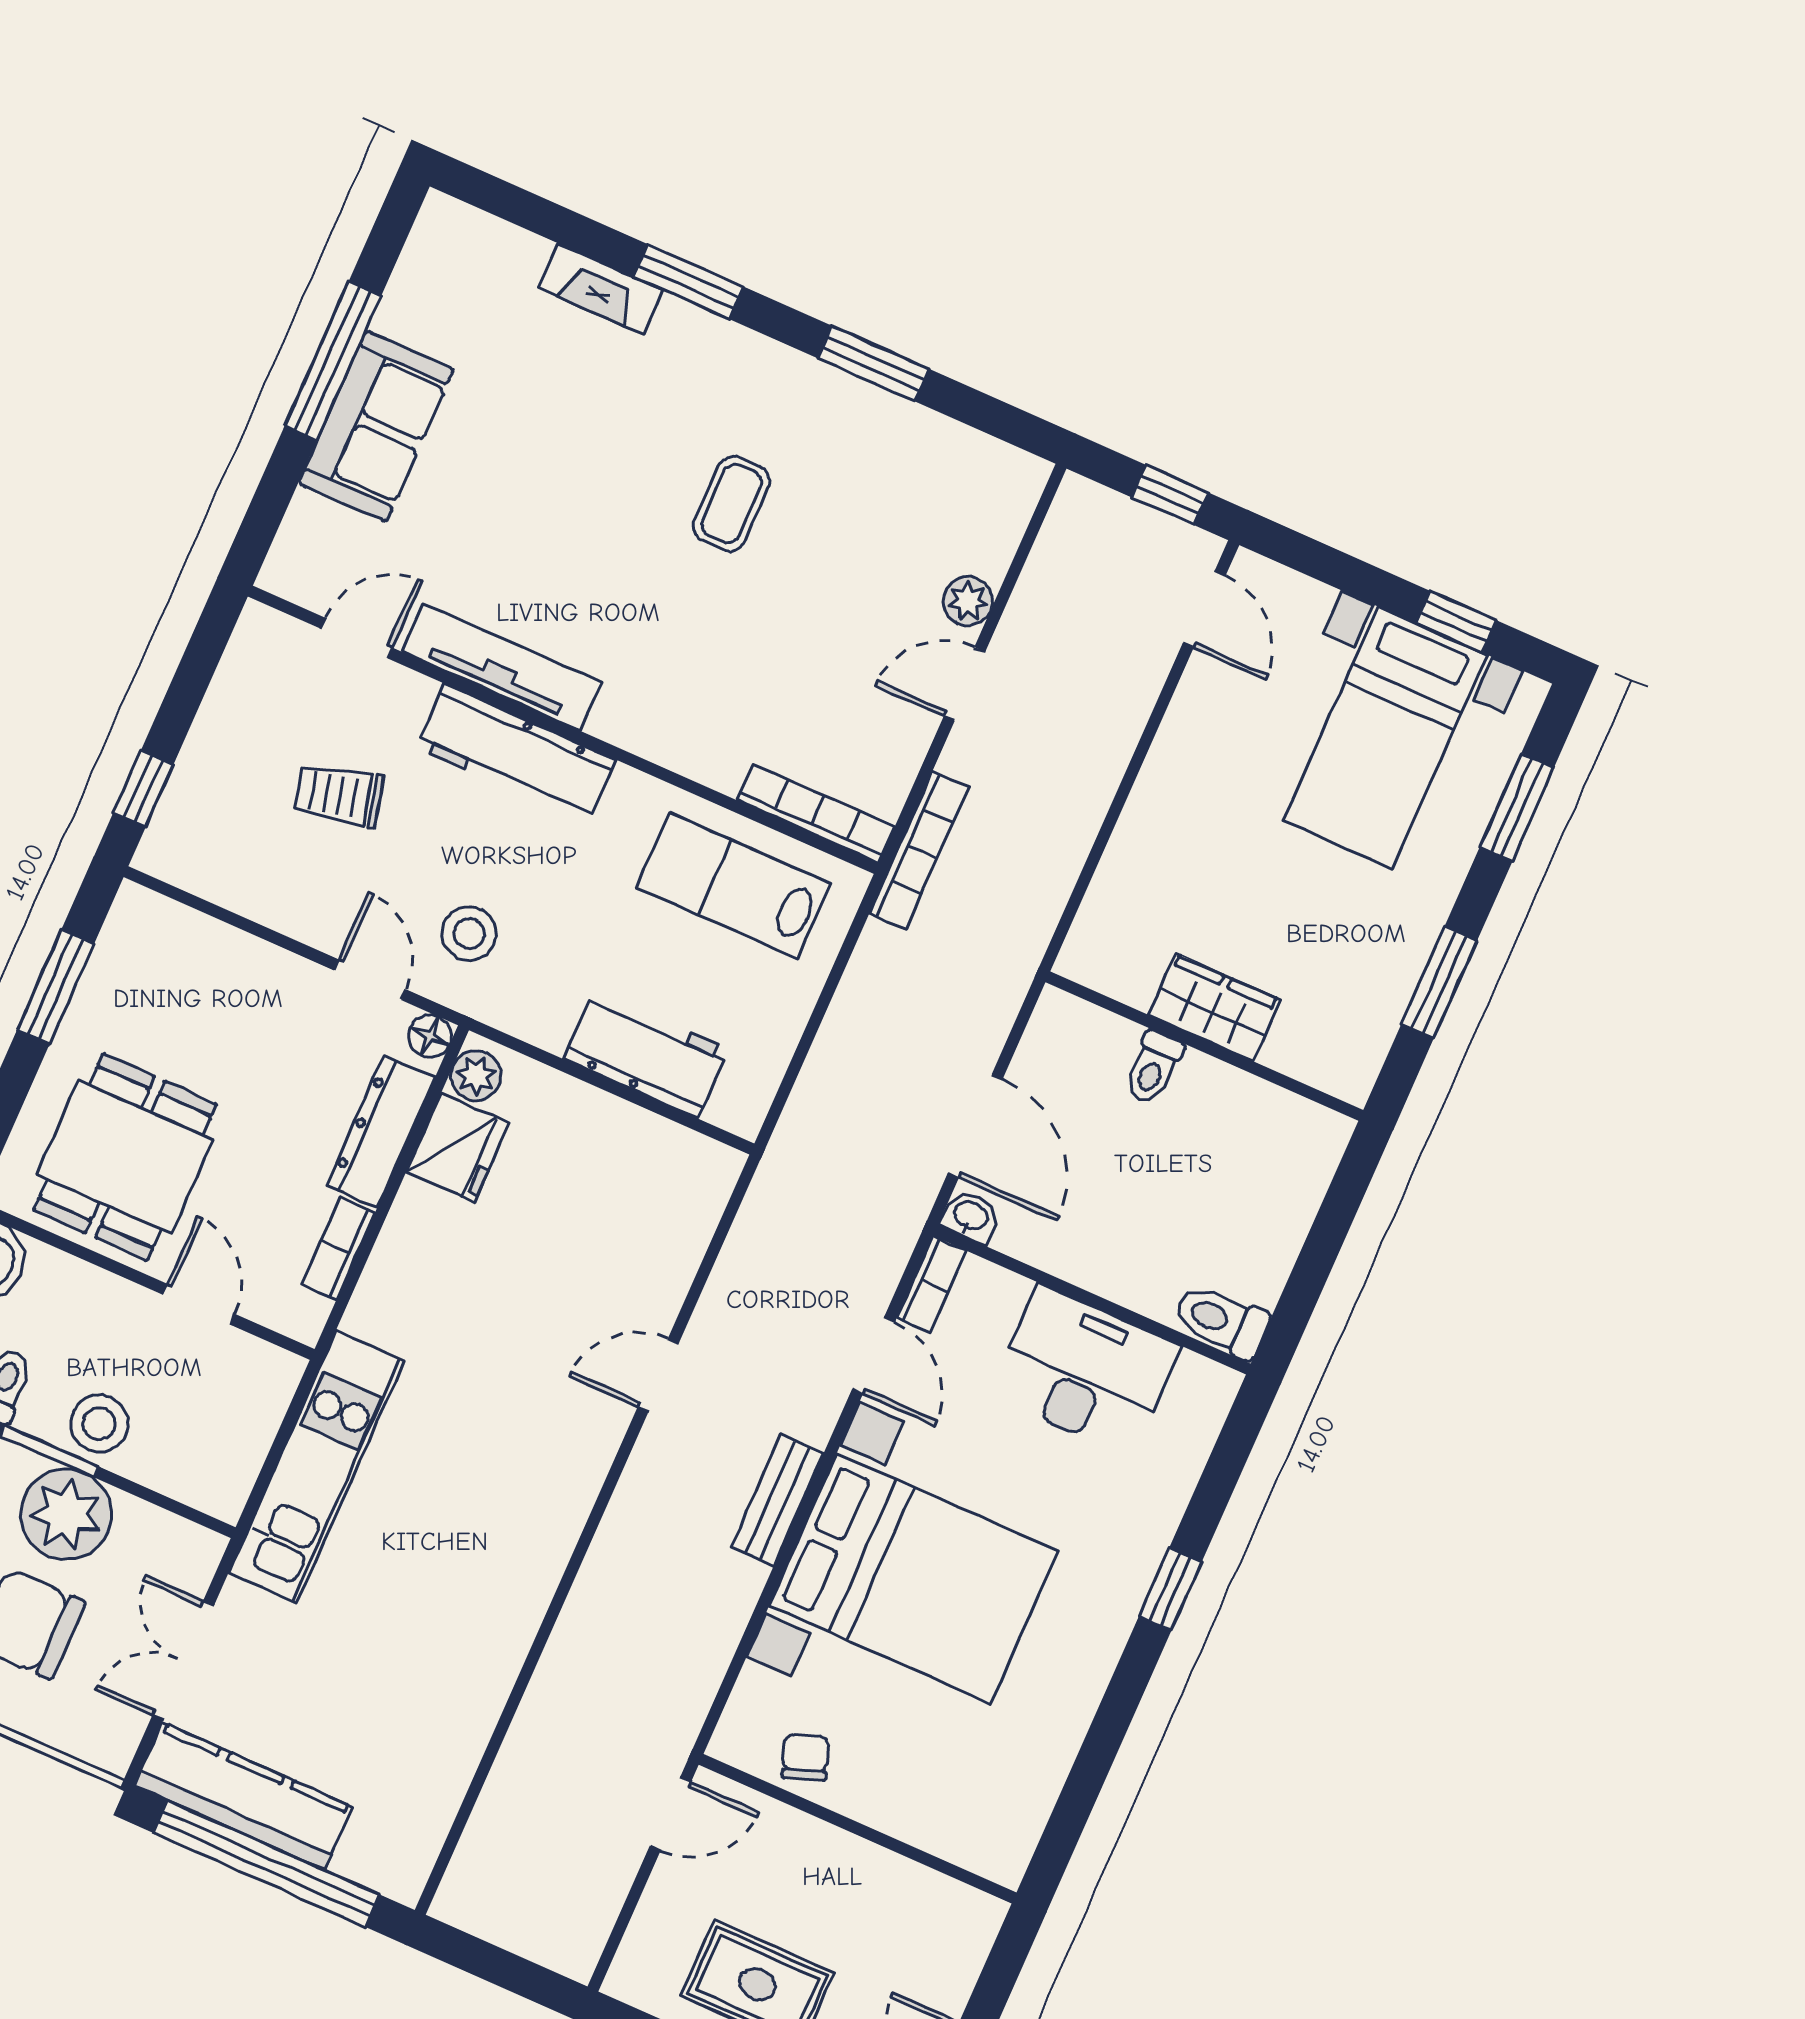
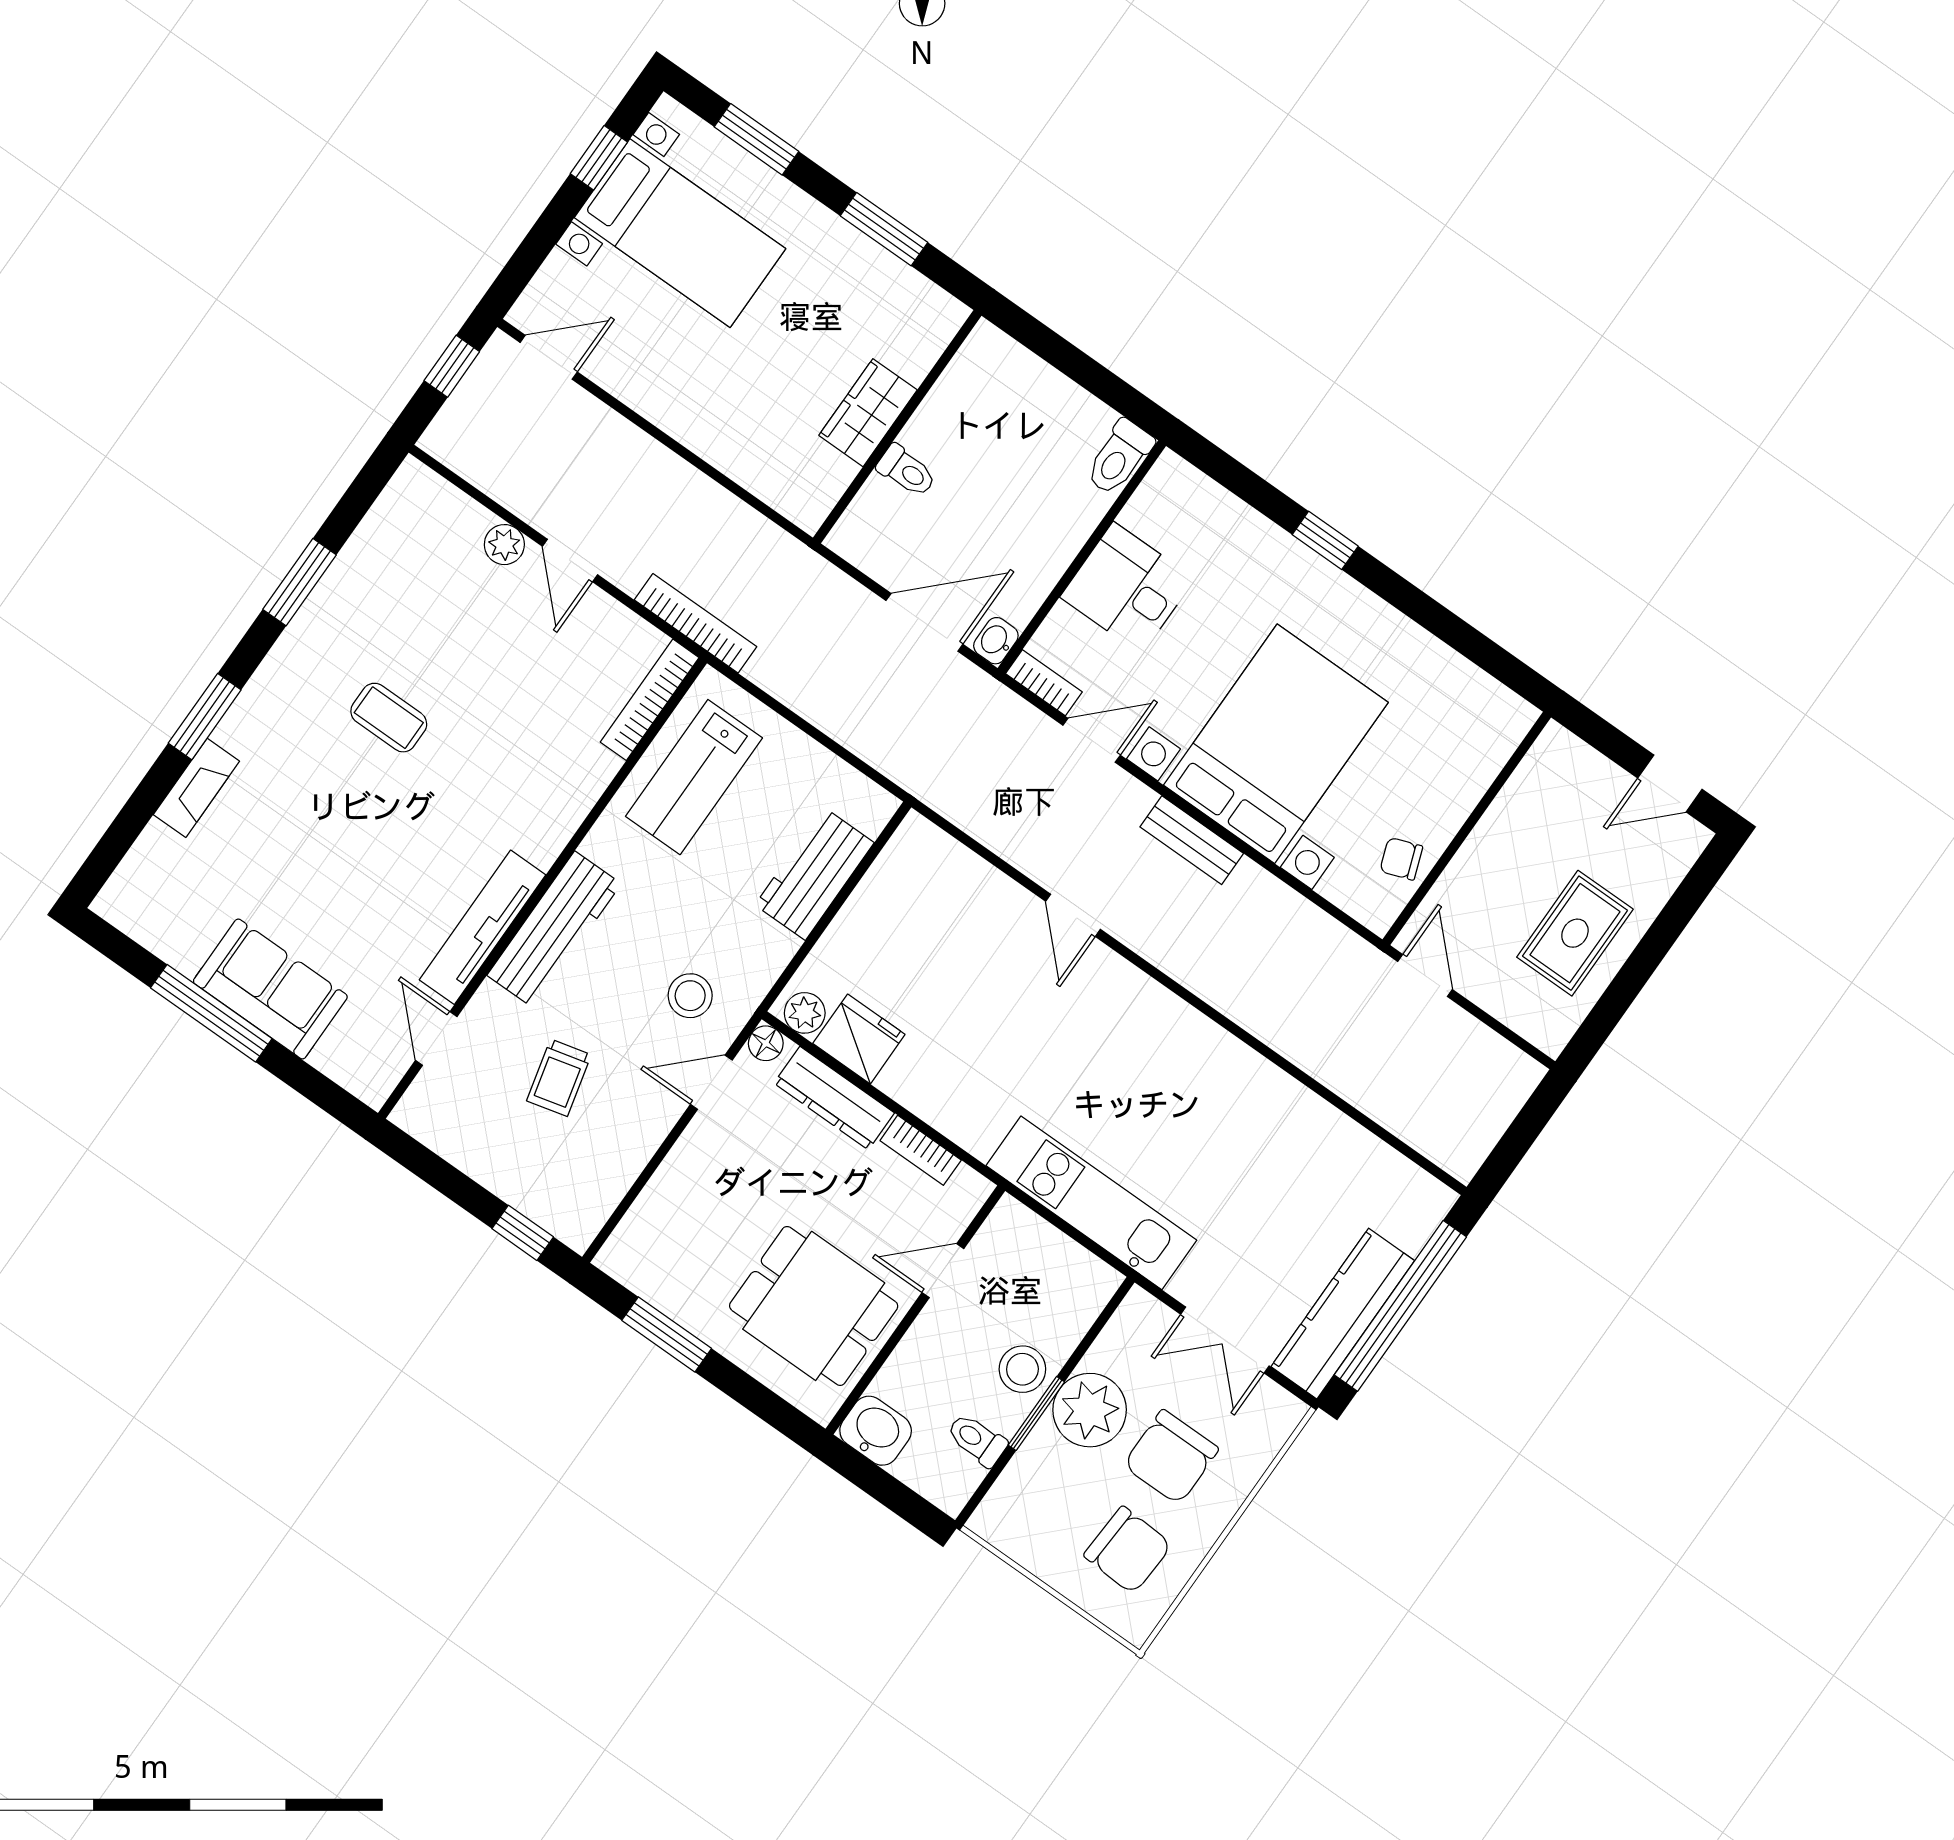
desk: (1085, 1371) -> (1127, 588), width x0.73

